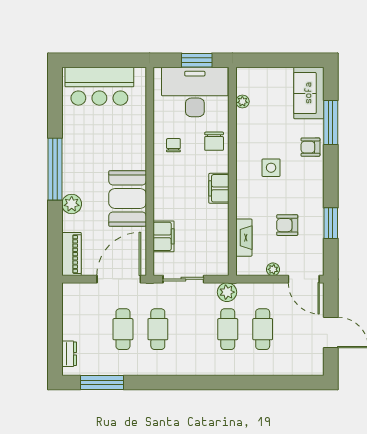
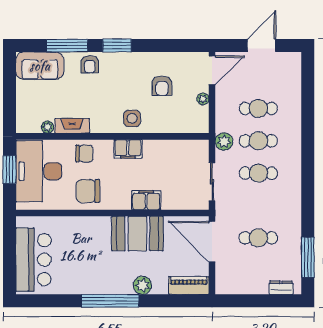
chair: (173, 145) -> (88, 191), width x1.87, depth x1.87
side table: (271, 168) -> (132, 118), moved
window: (331, 223) -> (117, 45), moved
filing cabinet: (164, 236) -> (146, 200), moved
fireplace: (244, 238) -> (72, 126), moved
cafe table: (158, 329) -> (258, 173), moved

